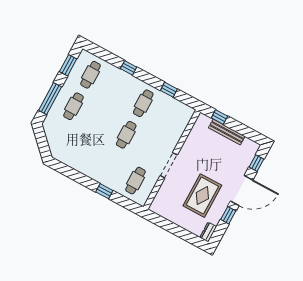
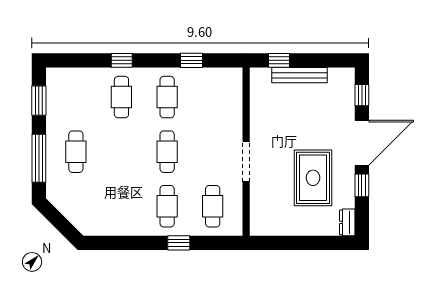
cafe table: (91, 75) -> (121, 97), moved
cafe table: (109, 166) -> (167, 206), added

